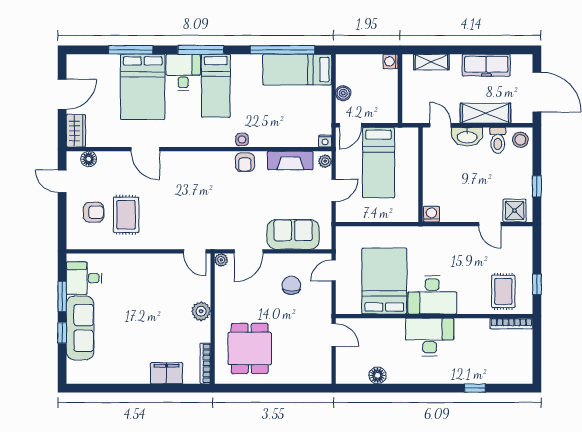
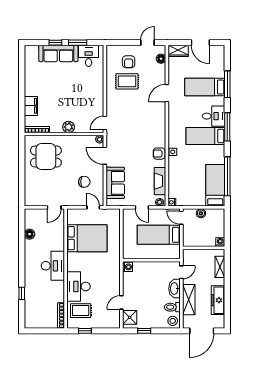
bed: (143, 87) -> (205, 87), width x0.67
desk: (432, 295) -> (78, 287), moved

